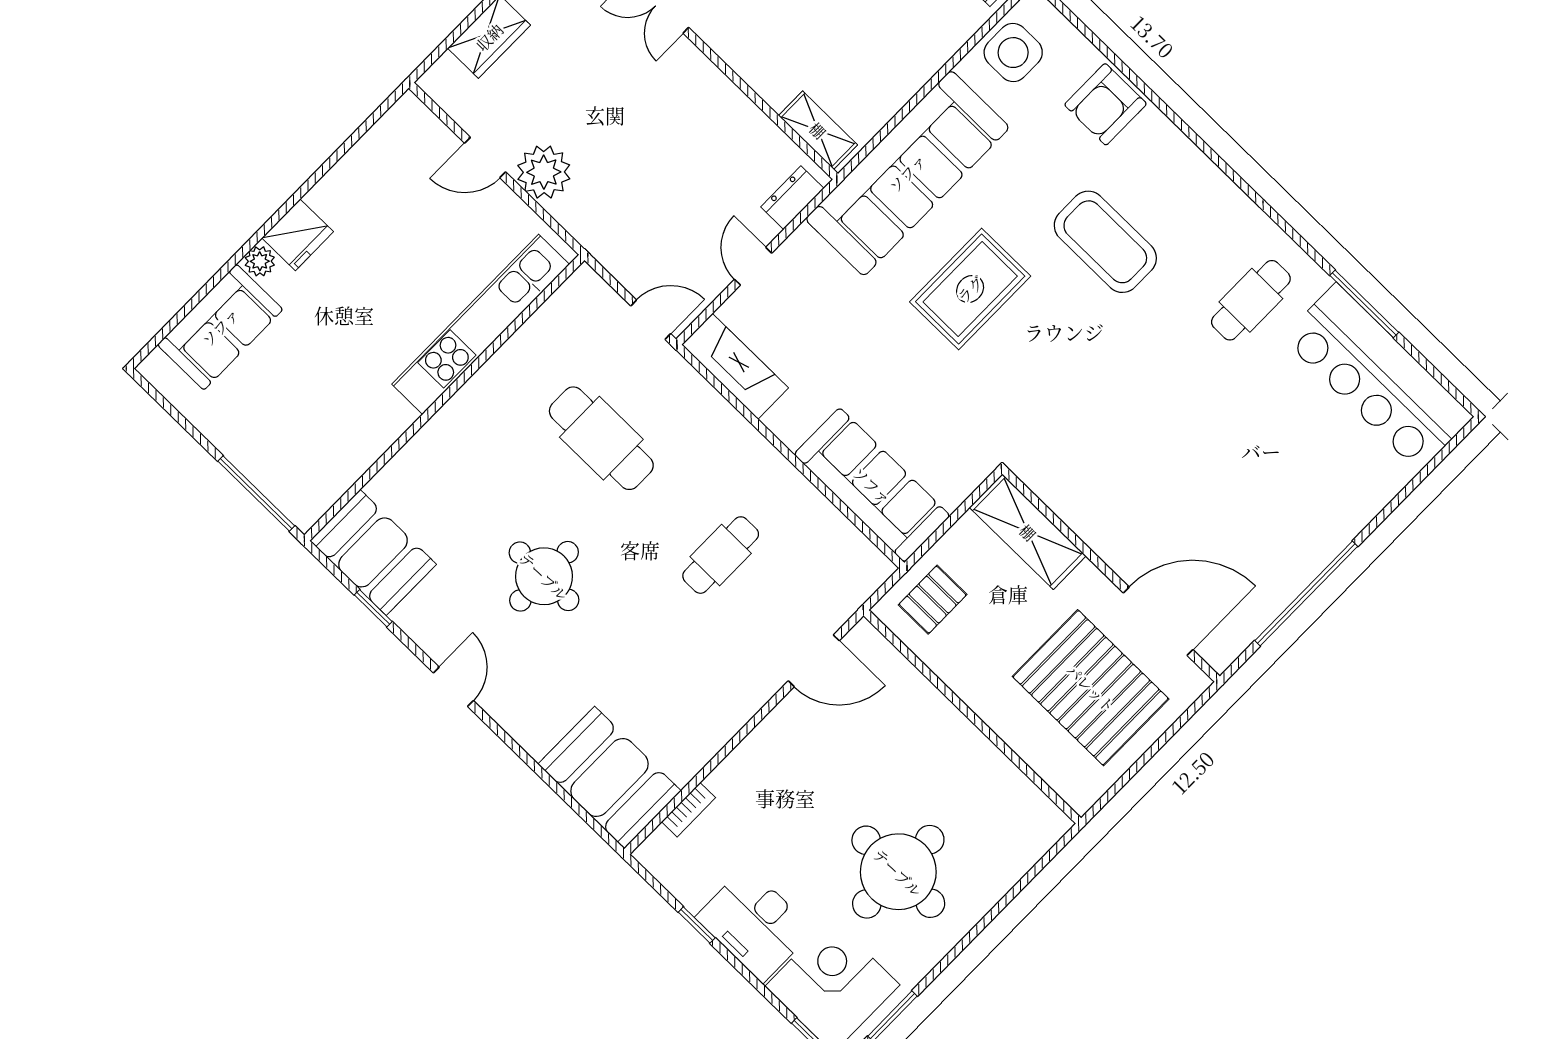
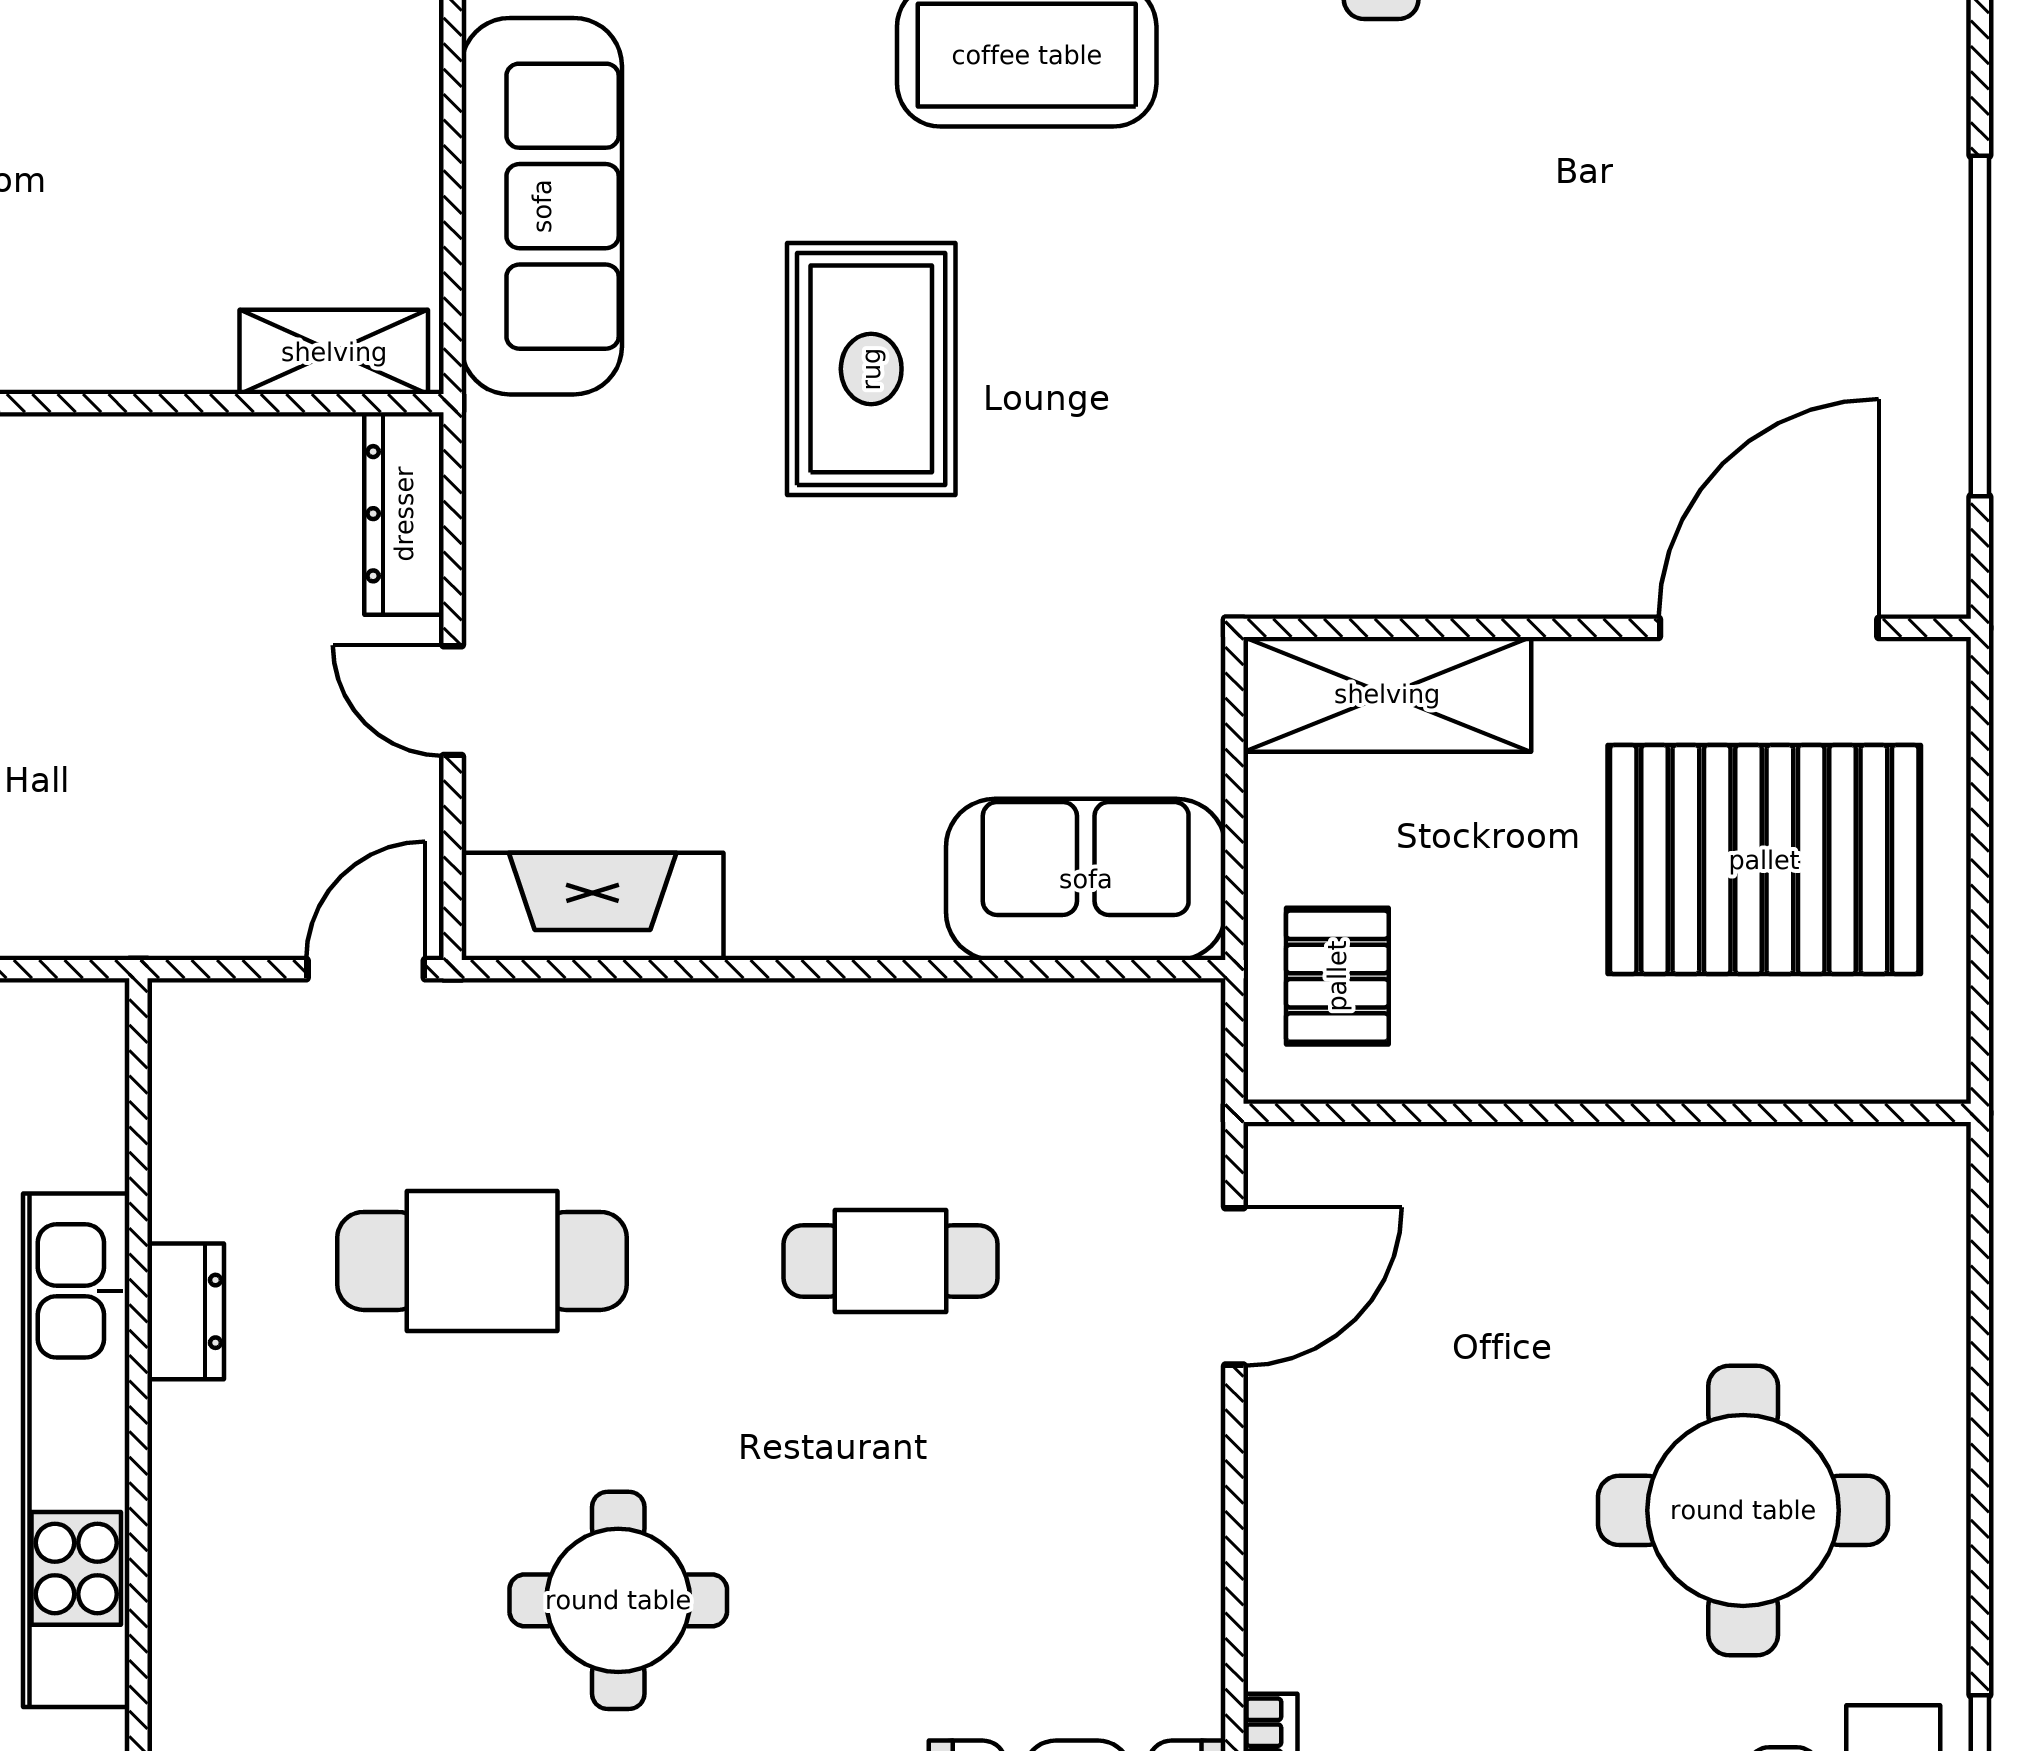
sofa: (907, 173) -> (542, 206), width x0.74, depth x0.79
dresser: (792, 198) -> (404, 514), width x1.44
kitchen unit: (481, 324) -> (76, 1450), moved
dresser: (500, 368) -> (186, 1311), added
sofa: (872, 485) -> (1086, 879), width x0.73
cafe table: (721, 555) -> (891, 1261), turned 90

